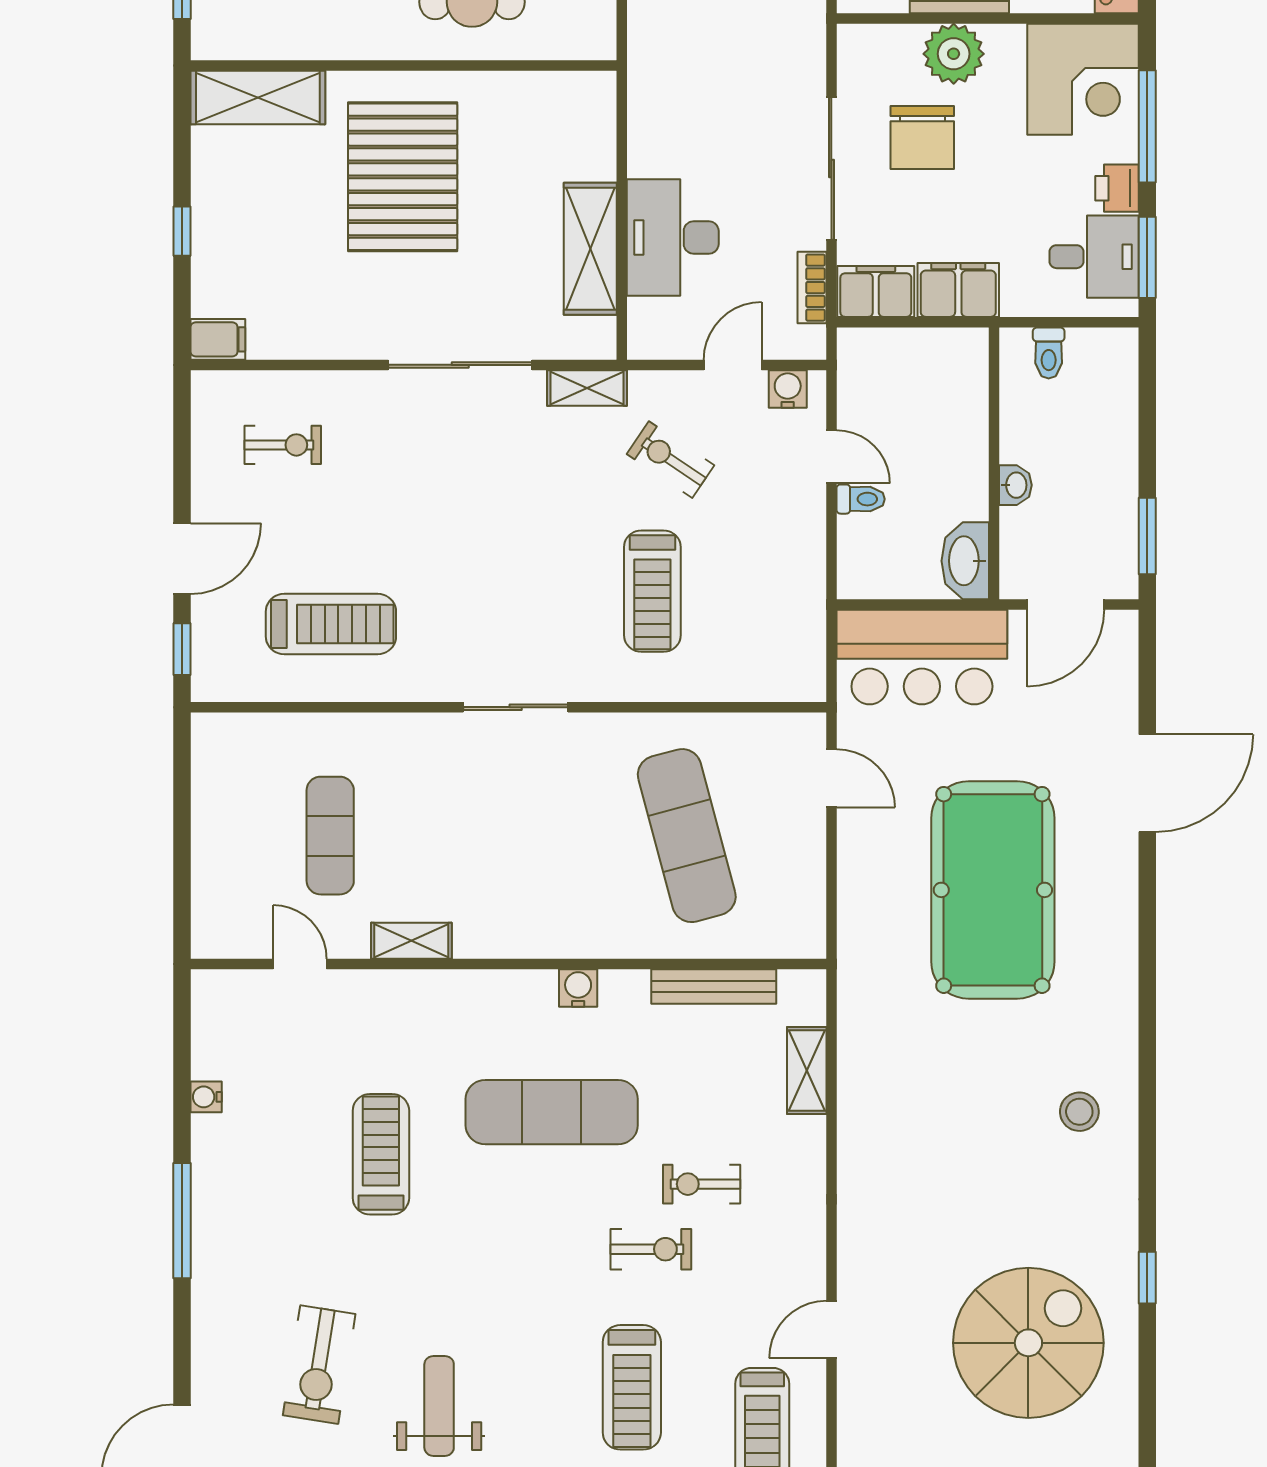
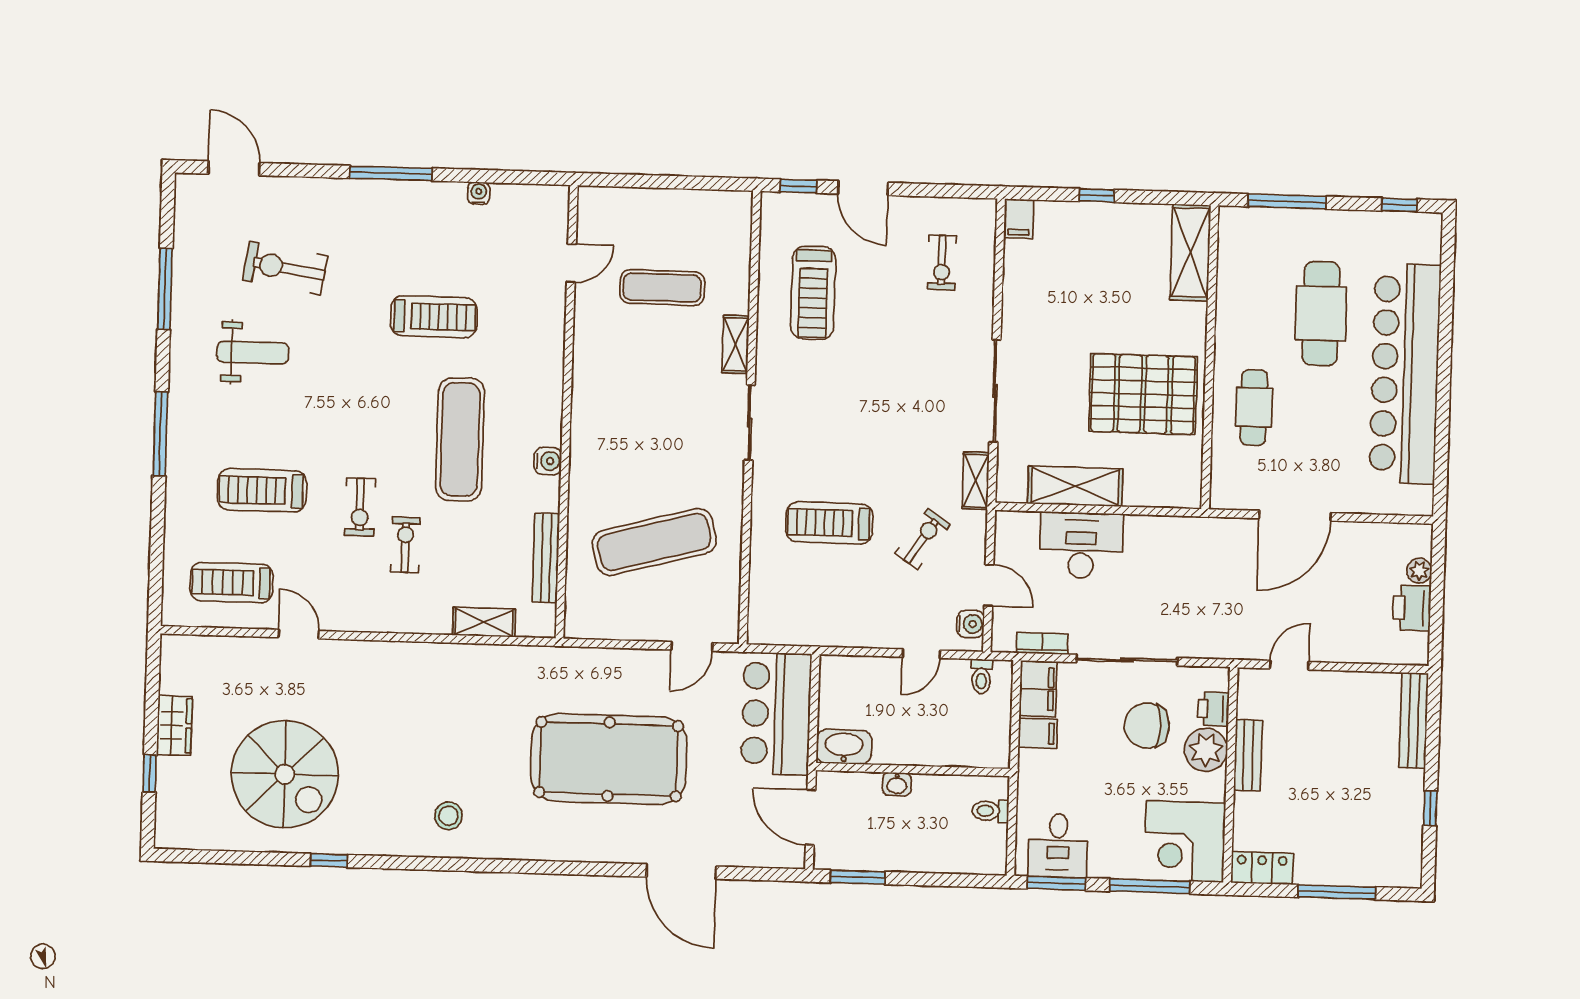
pallet: (403, 177) -> (1143, 394), moved
printer: (1117, 188) -> (1213, 709), moved, turned -90
filing cabinet: (958, 290) -> (1038, 733), width x0.50
toilet: (861, 499) -> (981, 676), moved
shelving: (411, 941) -> (735, 344), moved

